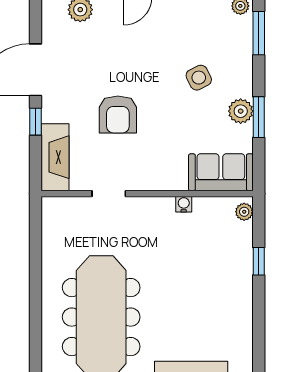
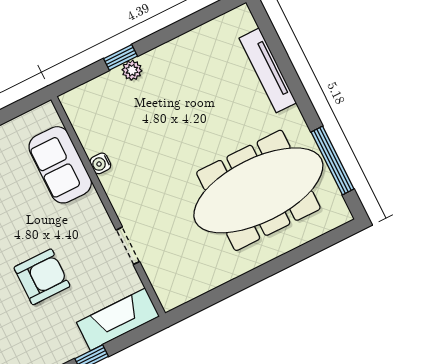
sofa: (221, 172) -> (60, 165), moved
plant: (244, 212) -> (132, 70), moved

